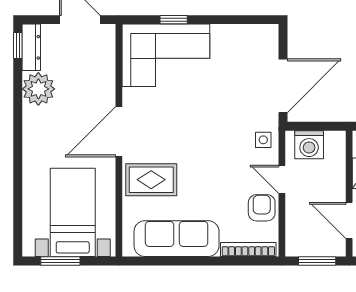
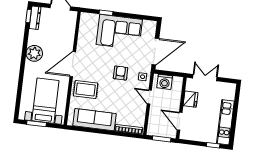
corner sofa: (166, 55) -> (119, 32), moved
plant: (38, 89) -> (34, 53), moved
armchair: (262, 208) -> (121, 73), moved

